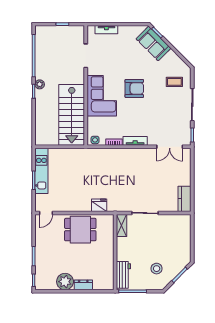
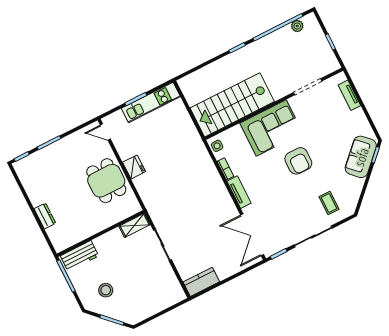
plant: (40, 84) -> (297, 26), moved
double door: (170, 147) -> (252, 235), width x1.37
fridge: (99, 205) -> (134, 167), moved
plant: (65, 282) -> (38, 193), removed

